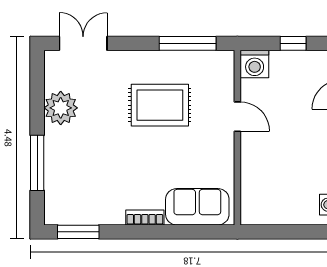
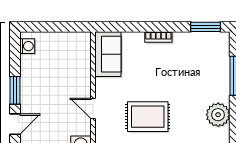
sofa: (197, 207) -> (108, 54), moved, turned -90

